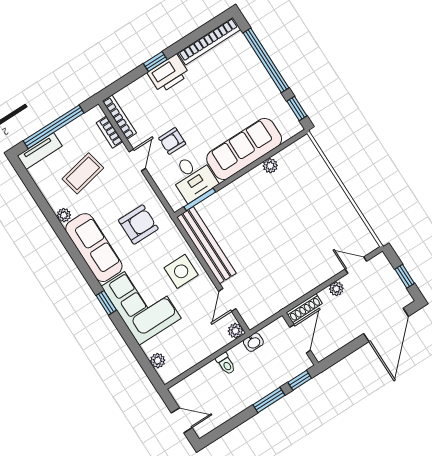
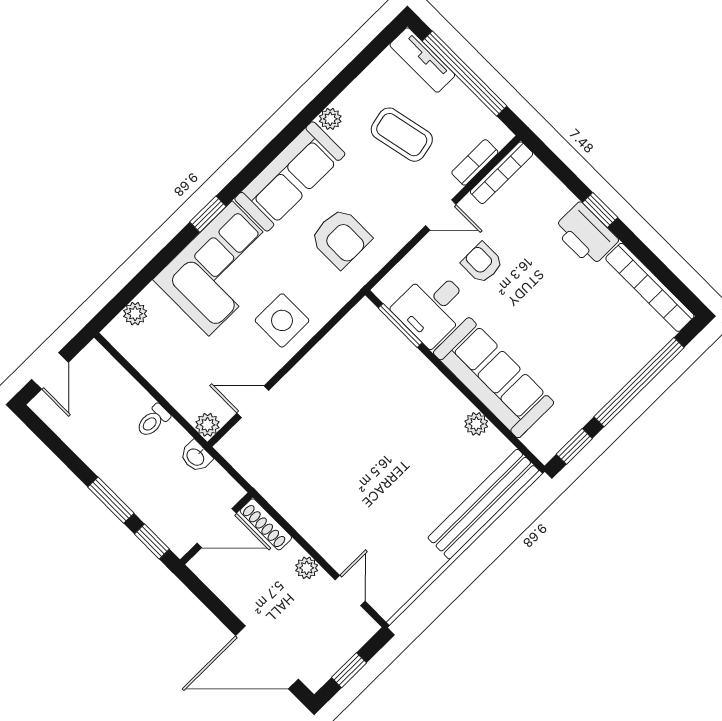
bench: (206, 245) -> (483, 504), moved

